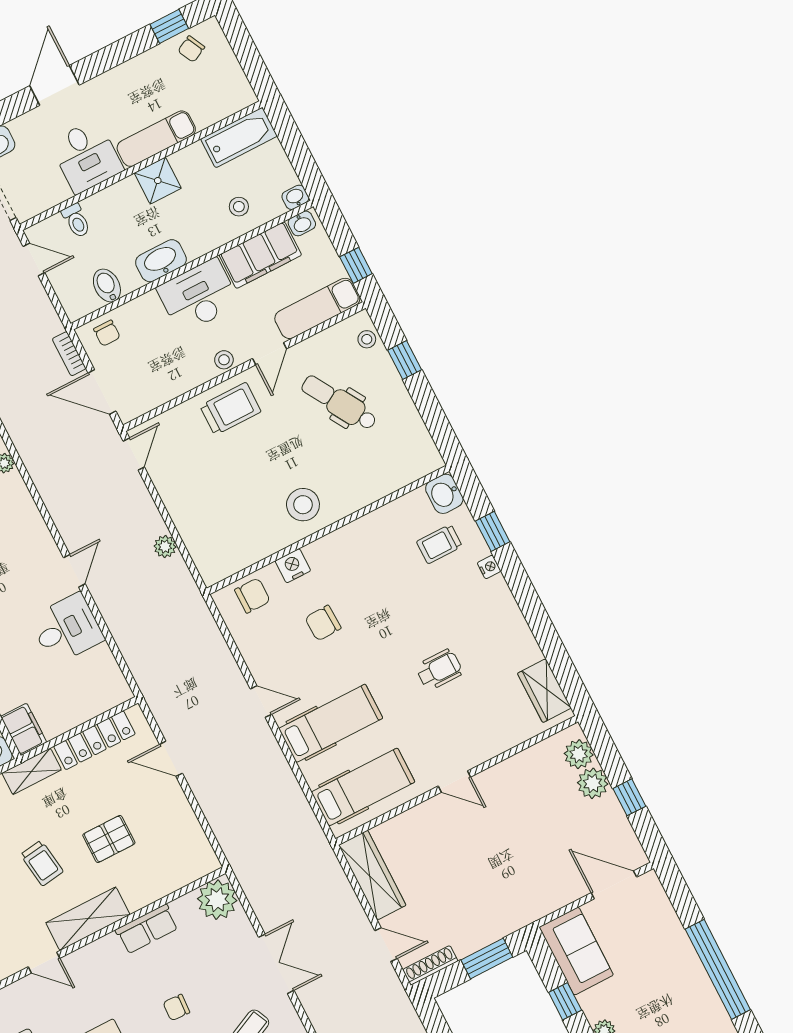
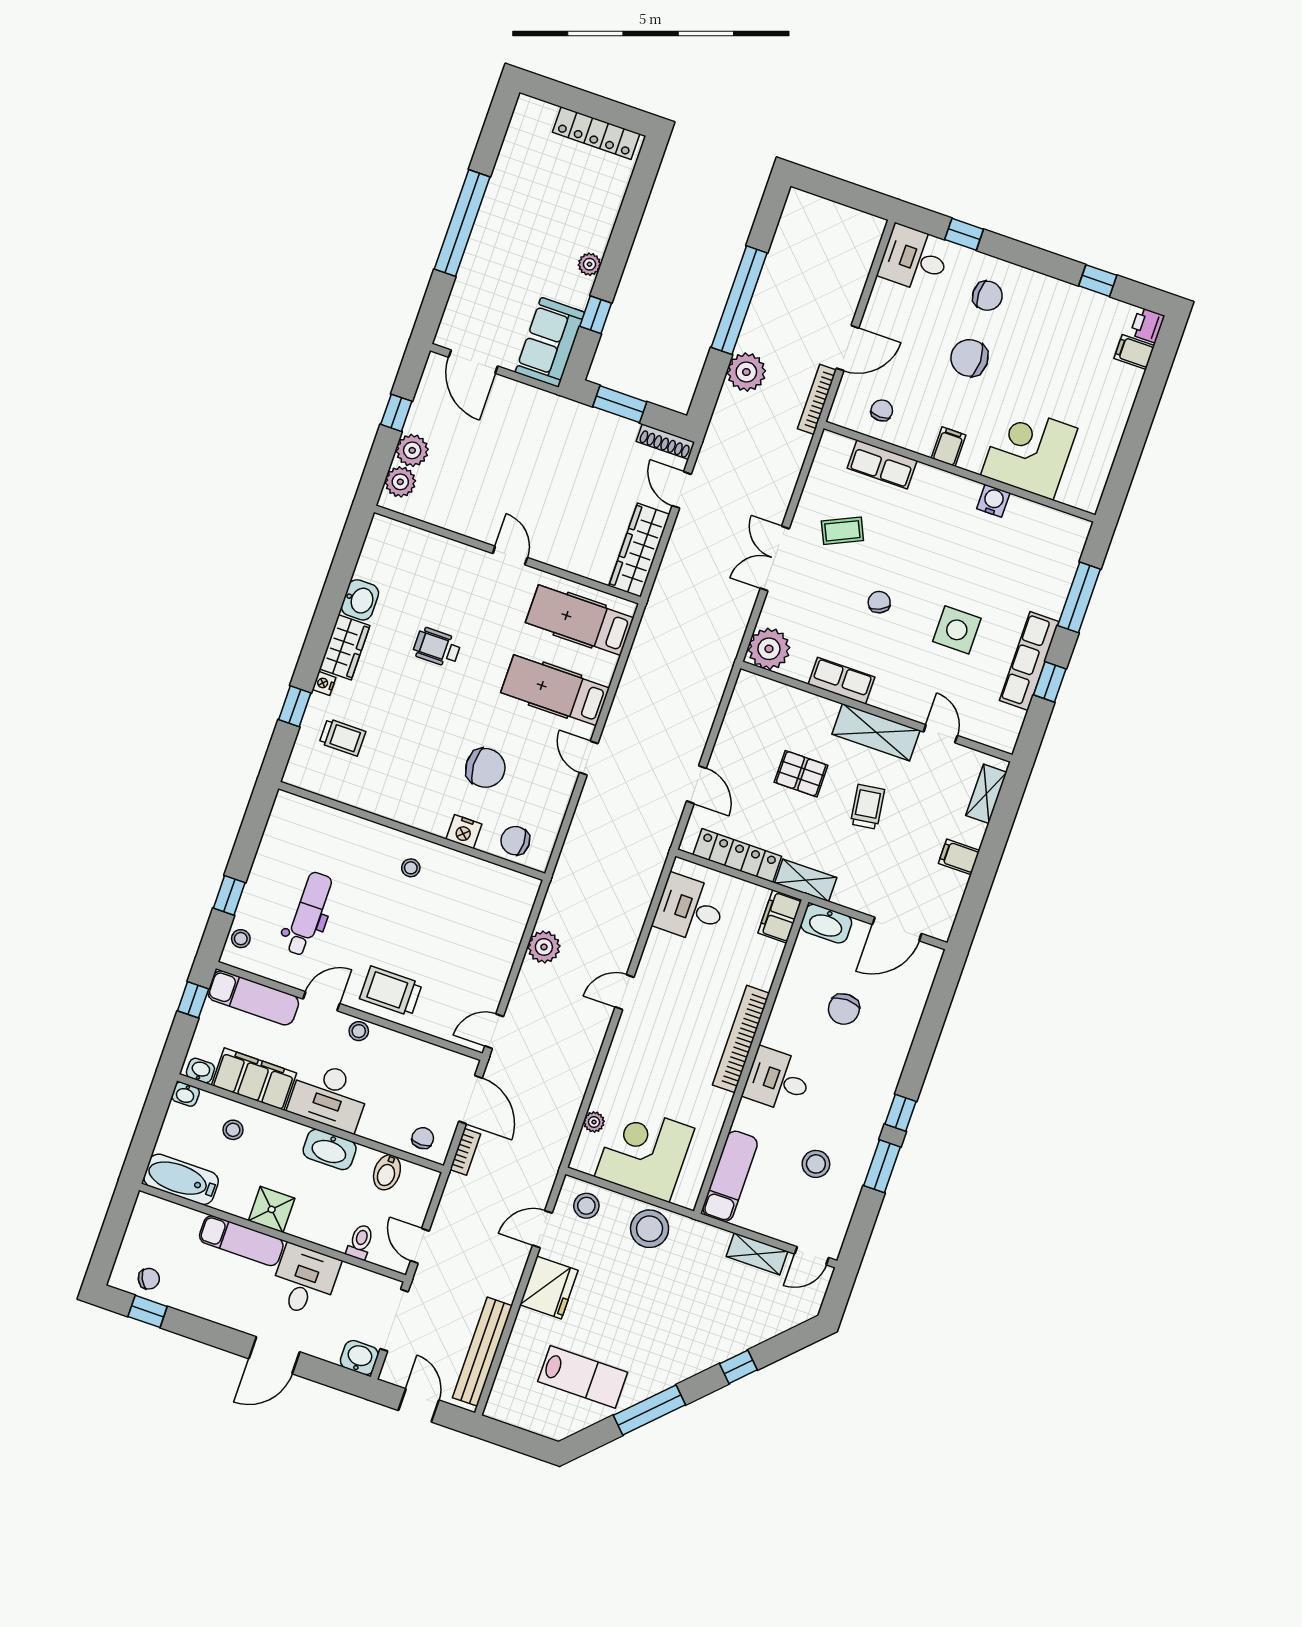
dental chair: (339, 403) -> (308, 914), turned -149
washbasin: (444, 494) -> (360, 600), moved
stool: (303, 505) -> (411, 868), width x0.53, depth x0.53
plant: (165, 547) -> (544, 947), width x1.38, depth x1.38
chair: (323, 623) -> (485, 768), width x1.37, depth x1.37
desk: (67, 629) -> (690, 909), moved
wardrobe: (544, 691) -> (345, 647), moved
chair: (176, 1007) -> (879, 602), turned -118

